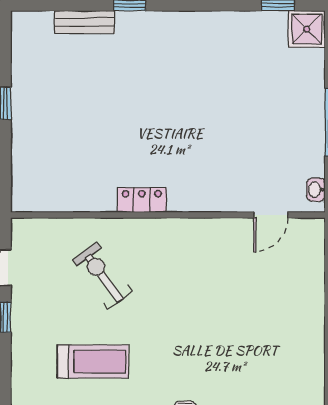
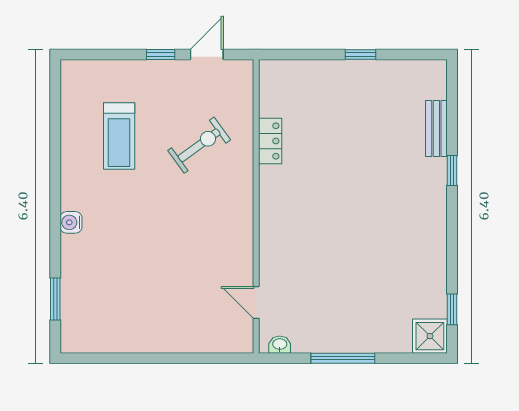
locker: (142, 200) -> (270, 141), moved

